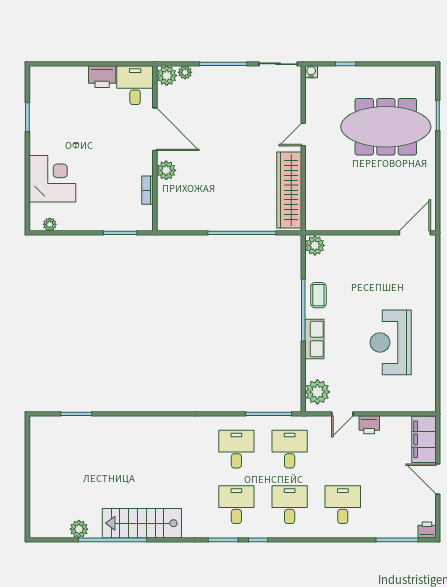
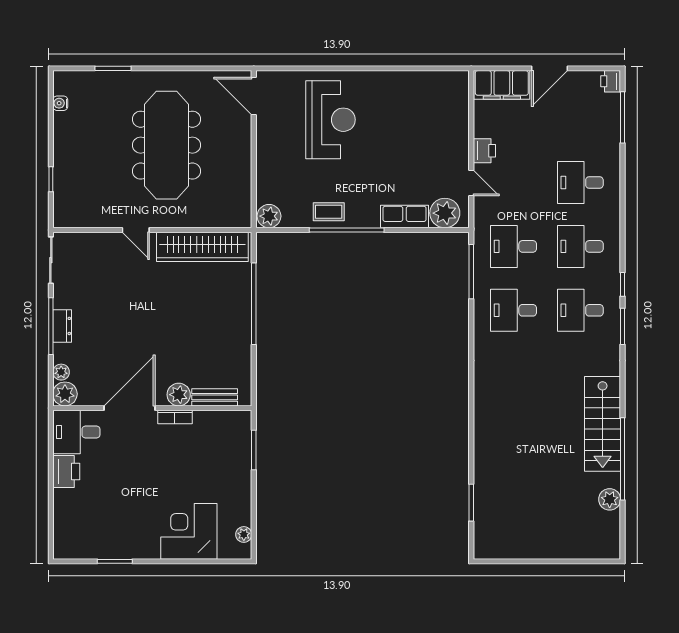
water cooler: (311, 72) -> (60, 103), moved
dresser: (223, 73) -> (62, 326), added
meeting table: (386, 127) -> (166, 145), moved
bookcase: (148, 190) -> (175, 417), moved
bench: (164, 200) -> (215, 397), added
row of seats: (314, 339) -> (405, 217), moved
reception desk: (391, 342) -> (331, 120), moved, turned -90

